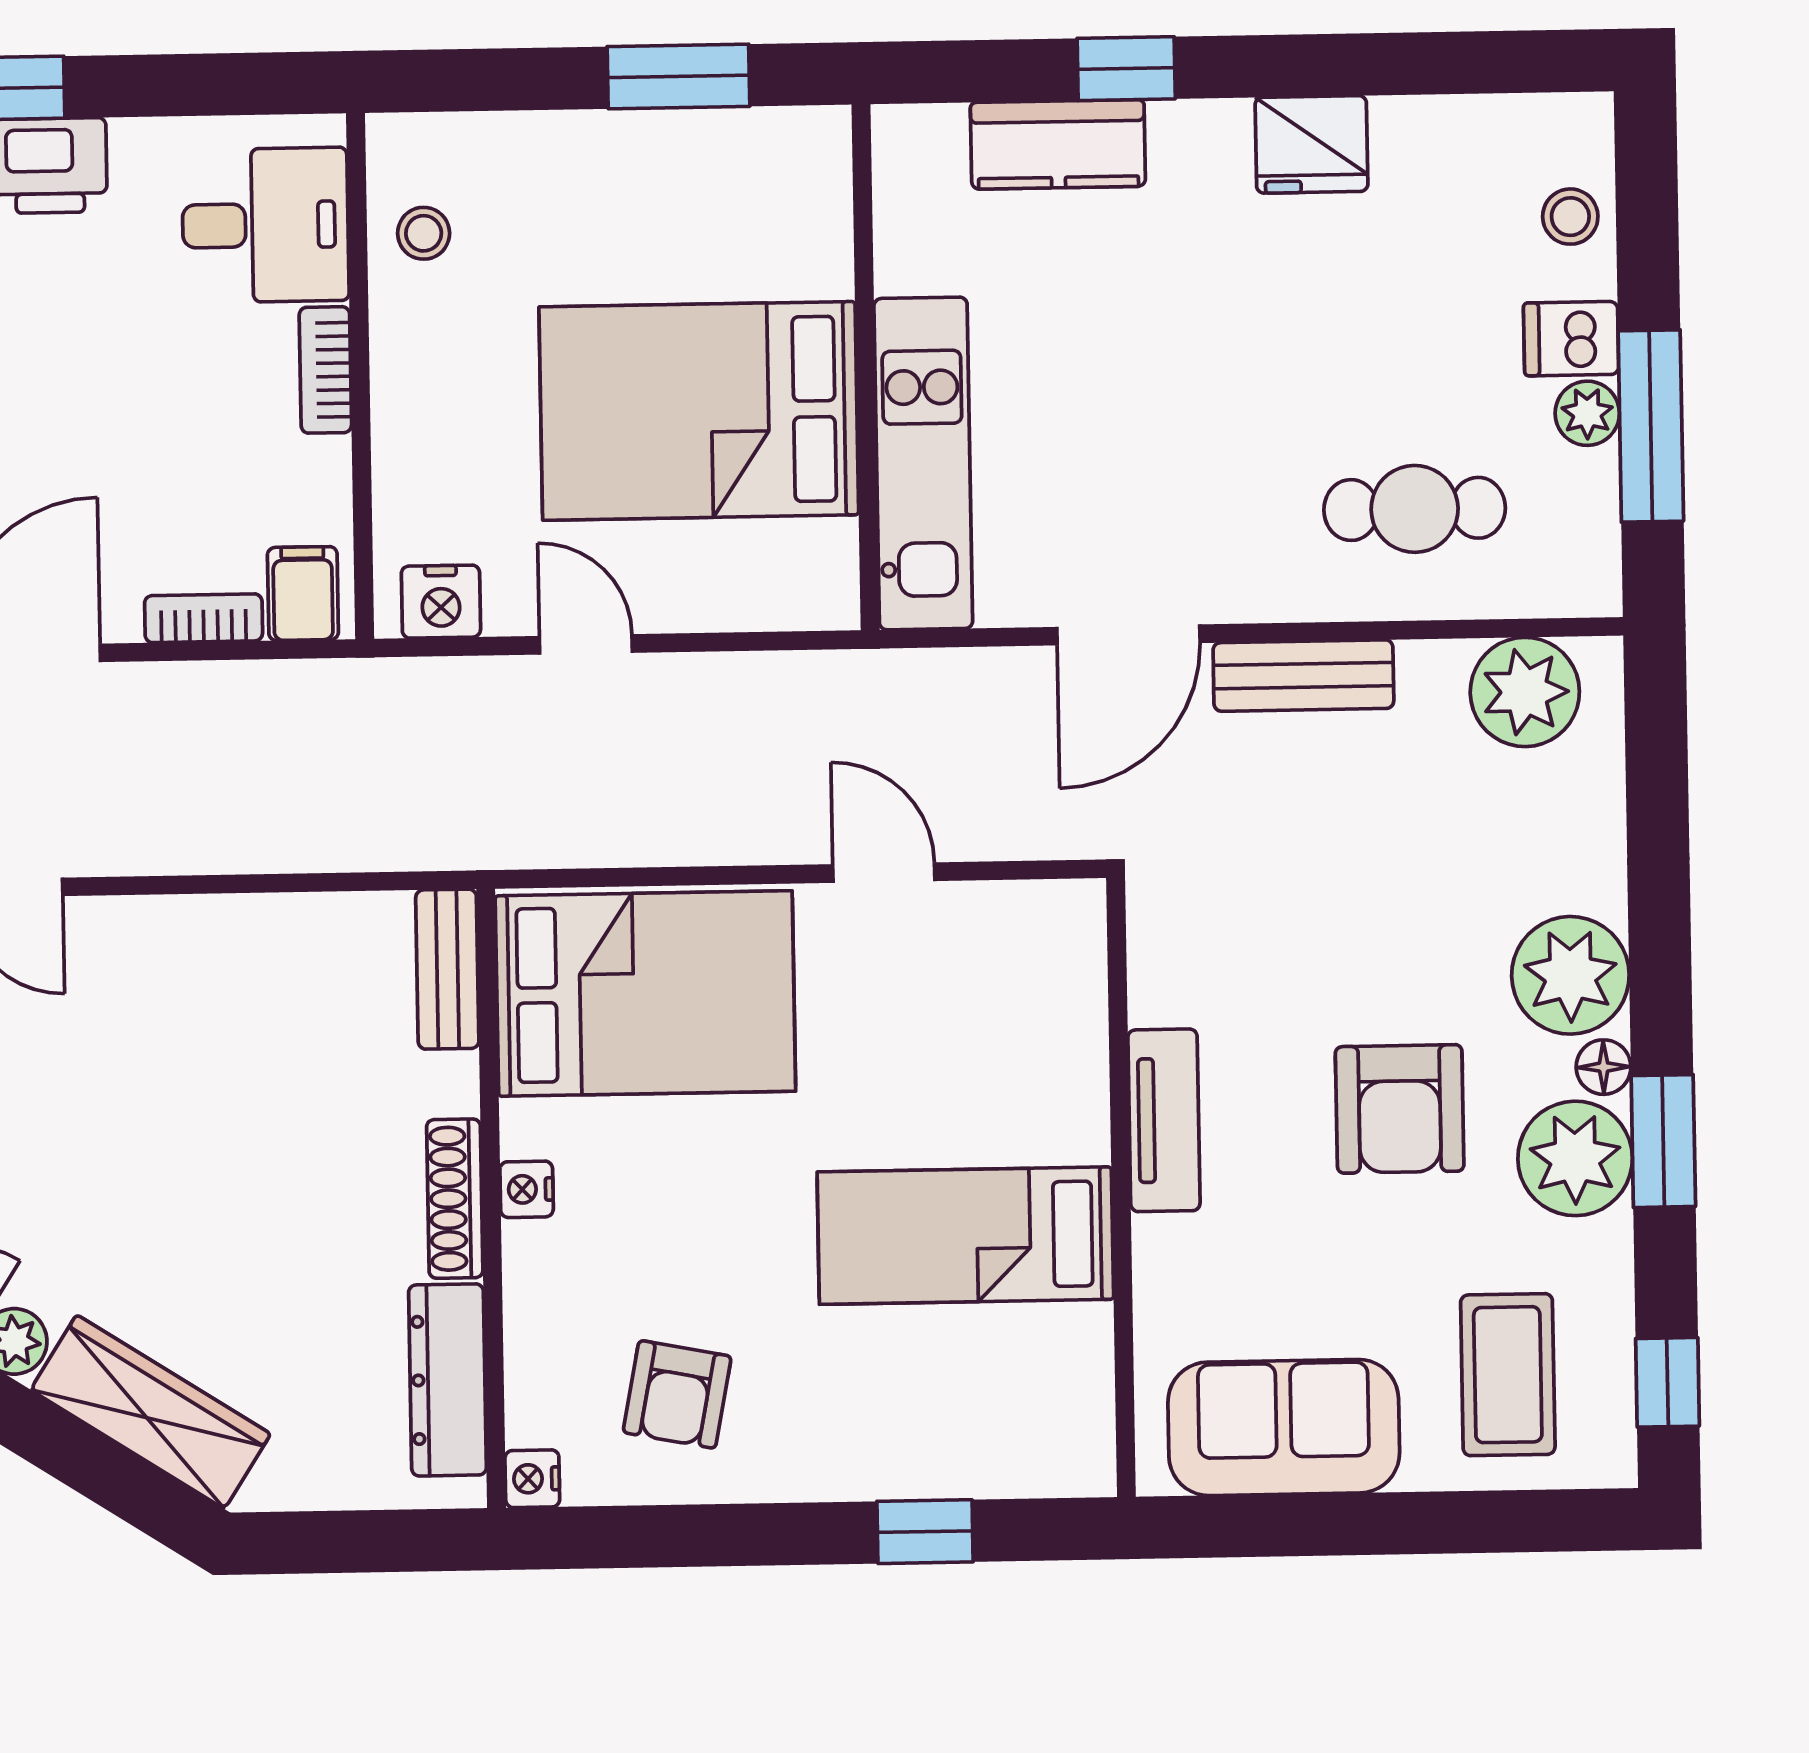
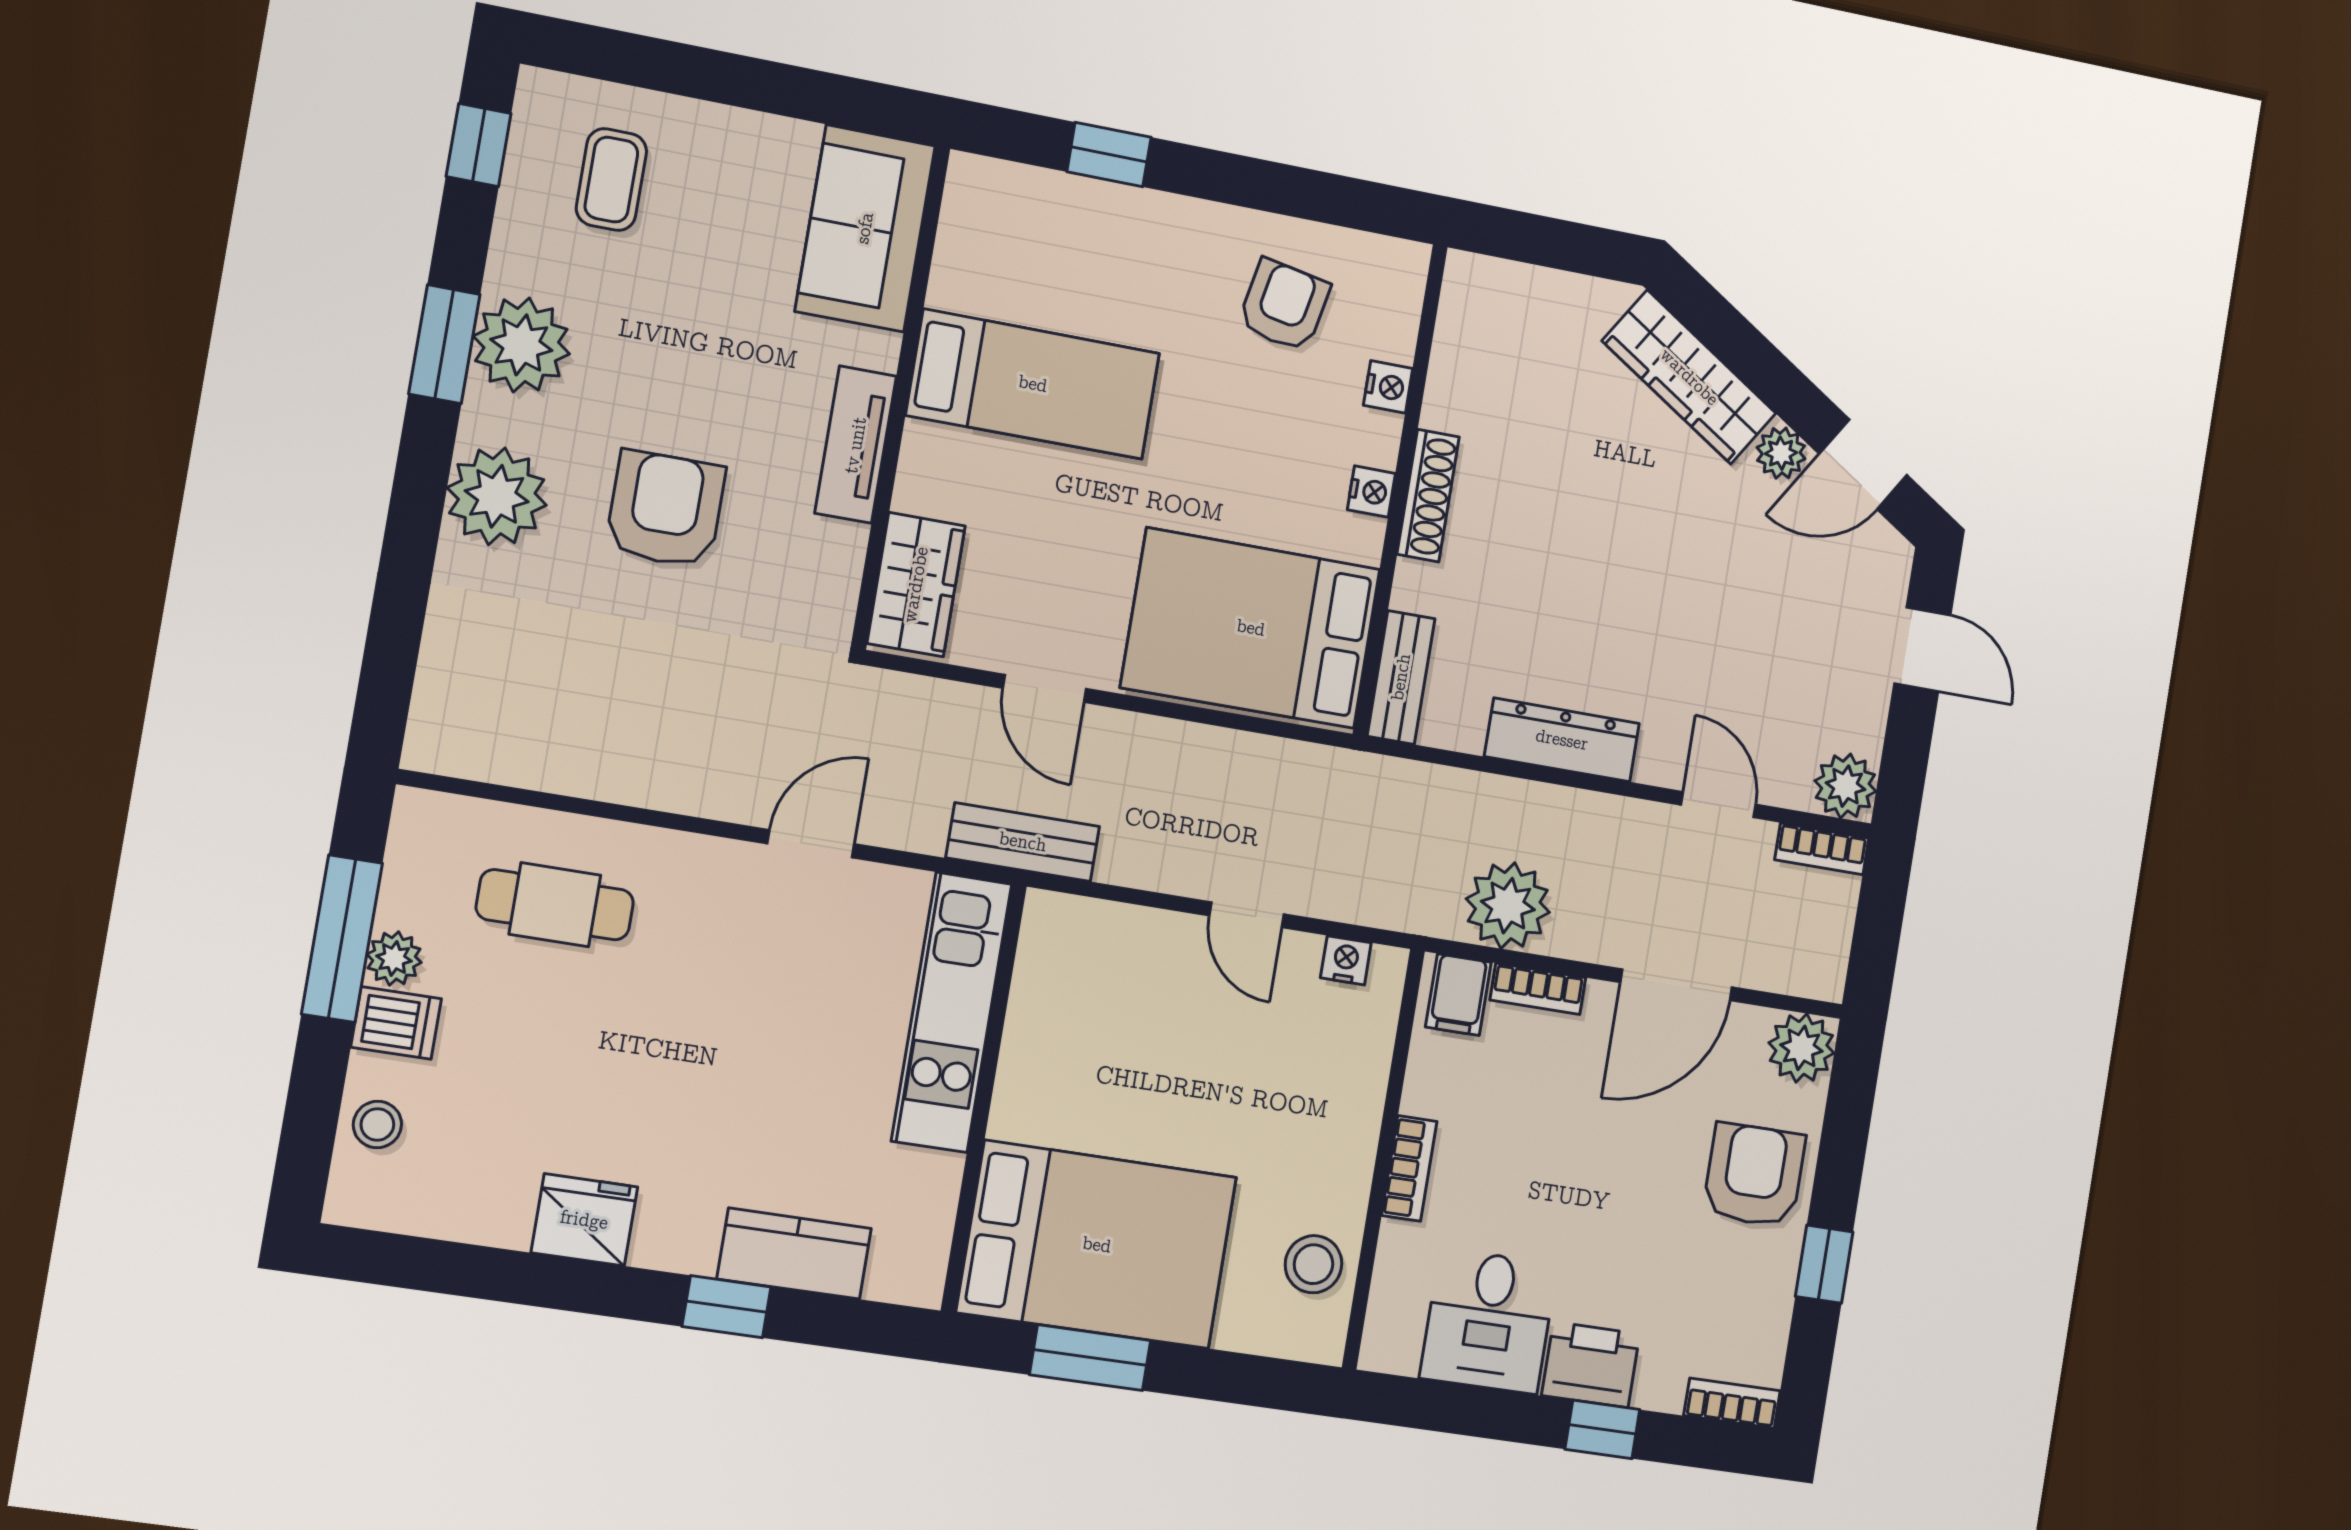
desk: (265, 225) -> (1489, 1321), moved, turned -90
stool: (424, 233) -> (1313, 1264), width x1.37, depth x1.37
bed: (699, 411) -> (1097, 1245), moved
nightstand: (441, 602) -> (1346, 960), width x0.72, depth x0.74
door: (1128, 635) -> (811, 844), width x0.73
bench: (1303, 676) -> (1023, 842), moved
plant: (1525, 692) -> (1508, 906), moved
wardrobe: (1061, 967) -> (916, 585), added
floor lamp: (1604, 1067) -> (483, 415), removed
armchair: (1400, 1109) -> (665, 509), moved
coffee table: (1508, 1375) -> (611, 180), width x0.73, depth x0.77
dresser: (448, 1380) -> (1562, 740), moved, turned -90
sofa: (1284, 1427) -> (865, 228), moved, turned 90
nightstand: (532, 1479) -> (1388, 387), moved

